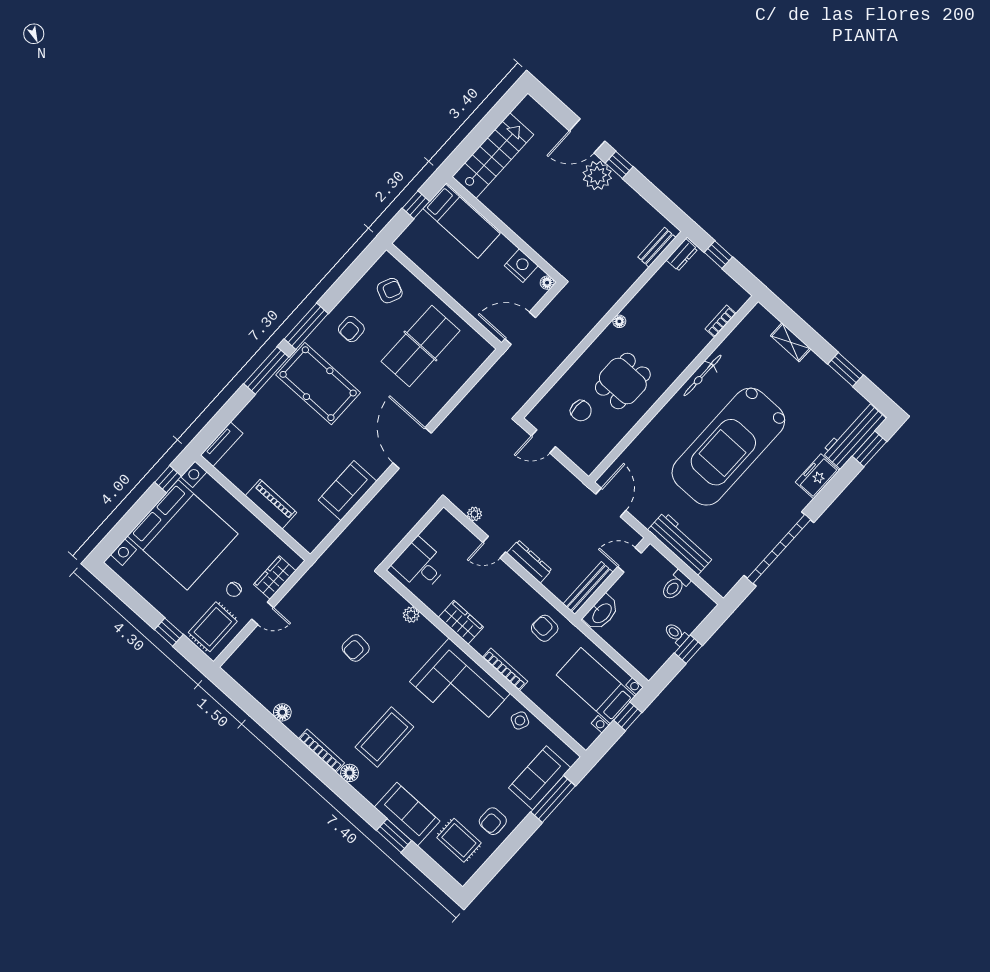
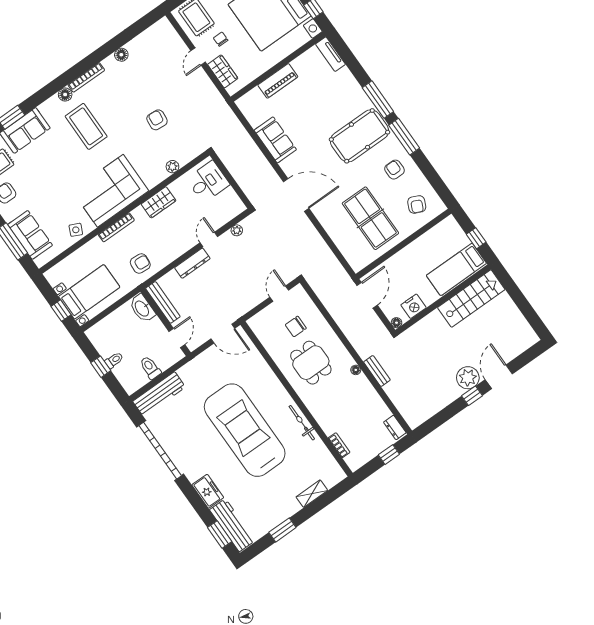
stairs: (493, 156) -> (471, 299), moved, turned -90
bench: (657, 247) -> (377, 371), moved
workbench: (681, 543) -> (159, 394), moved

